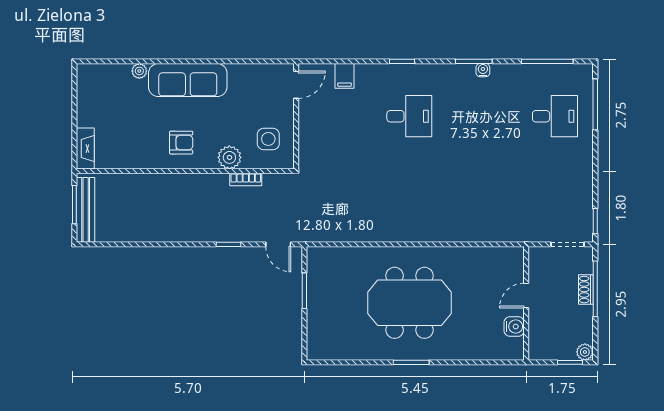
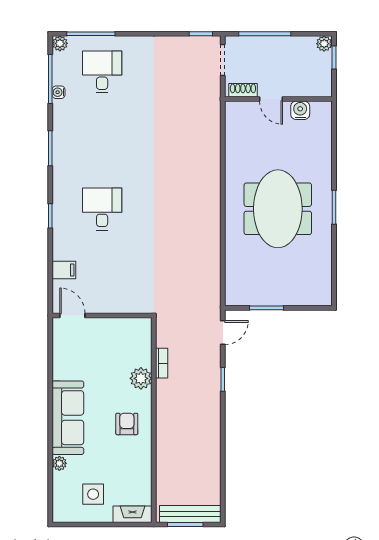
water cooler: (483, 70) -> (59, 92), moved
plant: (585, 71) -> (60, 43), added
side table: (268, 139) -> (93, 494), moved
shoe rack: (586, 289) -> (243, 90), moved, turned 180

